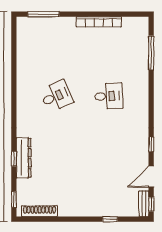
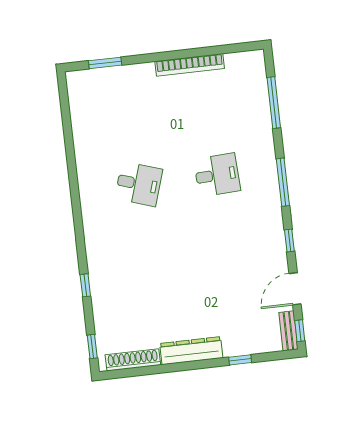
window: (44, 14) -> (105, 63), width x0.69
desk: (57, 96) -> (139, 184), turned 42
window: (151, 106) -> (283, 182), added
dresser: (24, 158) -> (191, 351), moved, turned -90

